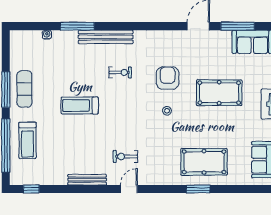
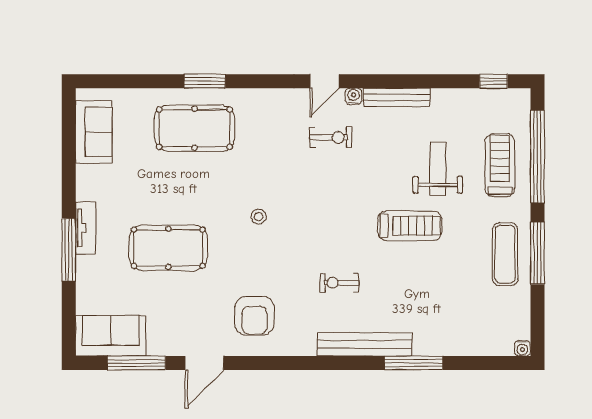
water cooler: (47, 35) -> (522, 348), moved
armchair: (168, 78) -> (254, 316), moved
weight bench: (63, 138) -> (438, 169), added
water cooler: (112, 180) -> (354, 96), added

